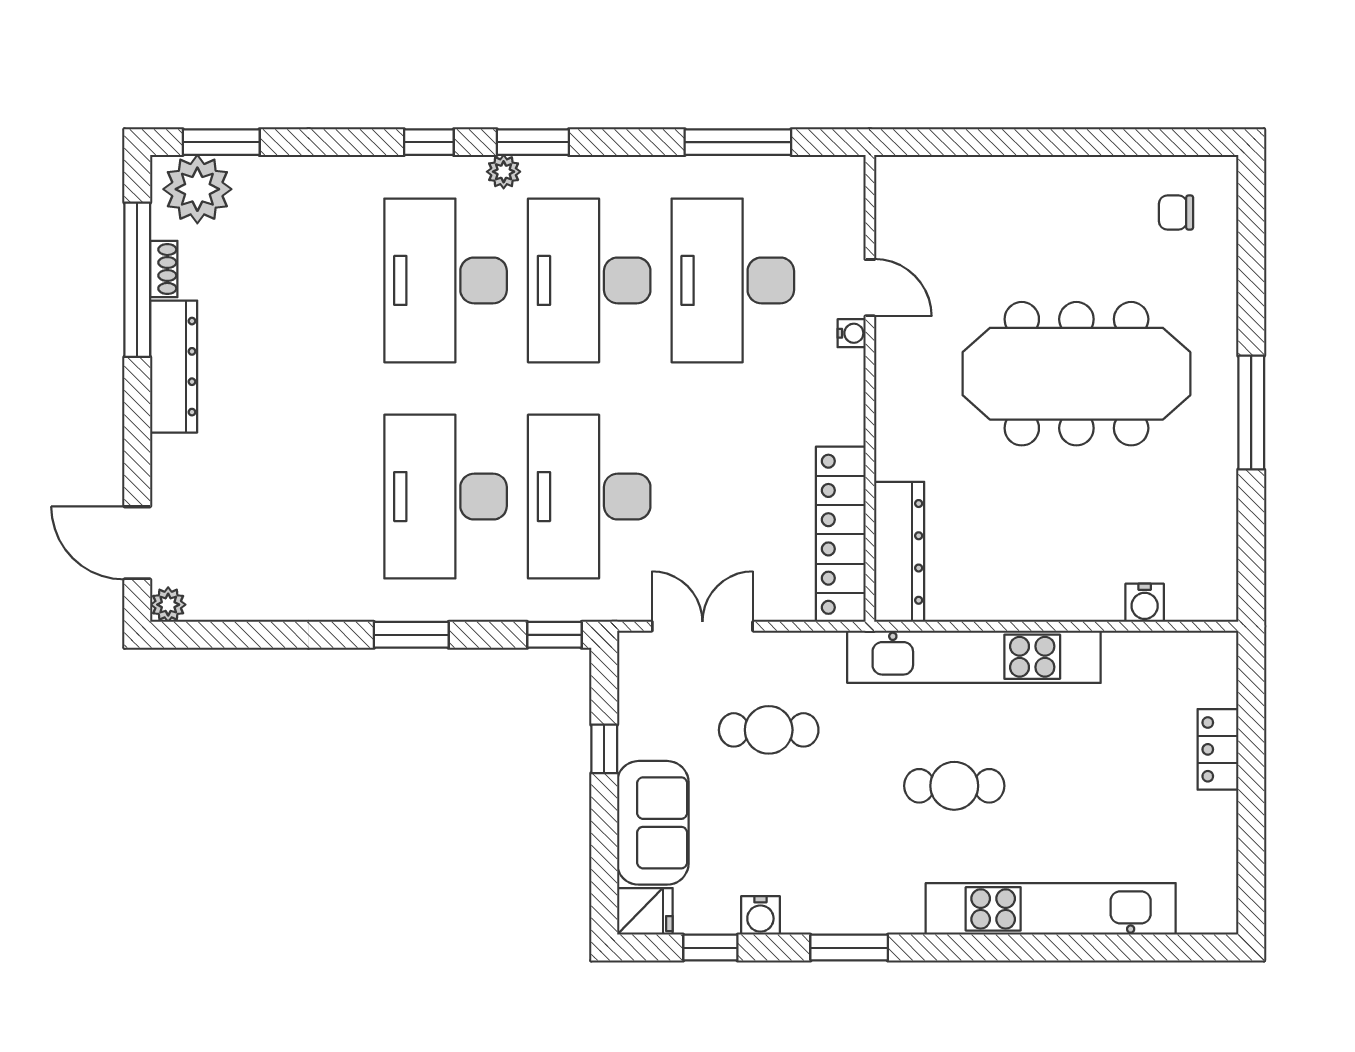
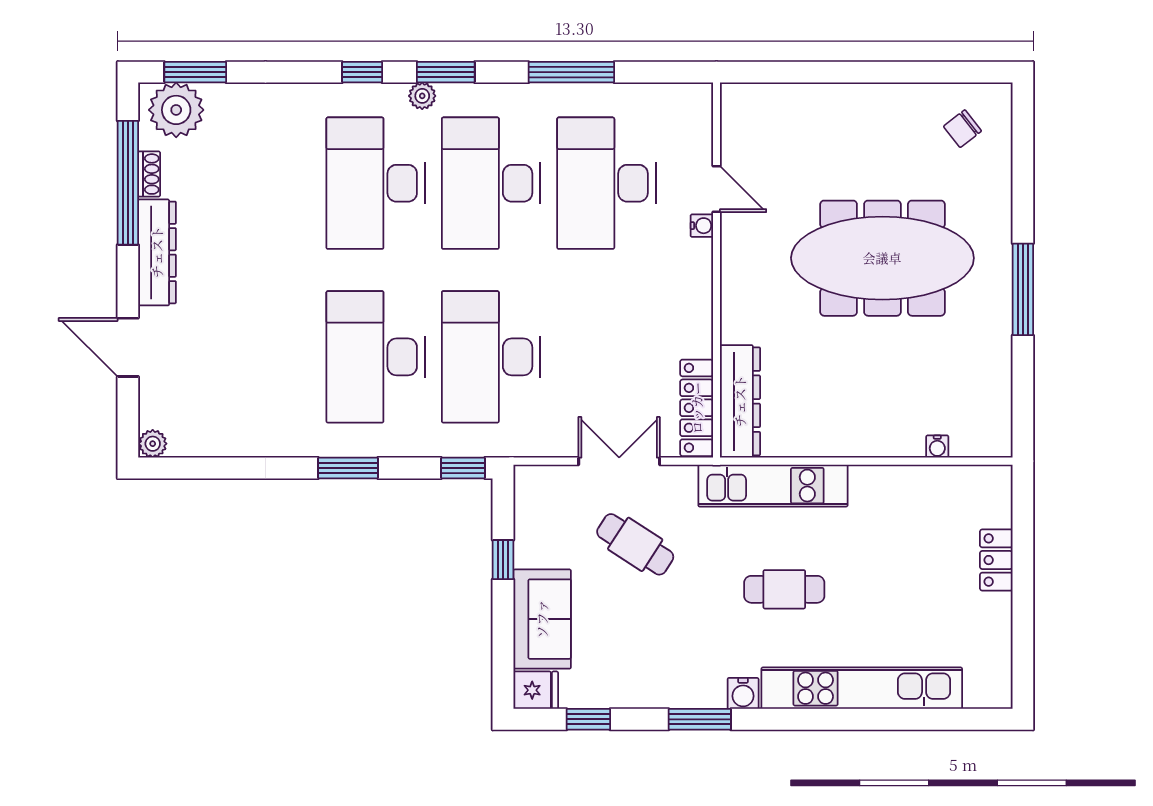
window: (738, 142) -> (571, 72), moved
chair: (1176, 213) -> (962, 129), turned -38
locker: (841, 534) -> (697, 408), width x0.71, depth x0.83
door: (137, 543) -> (128, 347), moved
water cooler: (1145, 603) -> (937, 447), width x0.72, depth x0.72
double door: (702, 626) -> (619, 461), moved
kitchen unit: (974, 657) -> (773, 486), width x0.73
cafe table: (769, 730) -> (635, 544), turned 33
water cooler: (760, 915) -> (743, 693), moved

